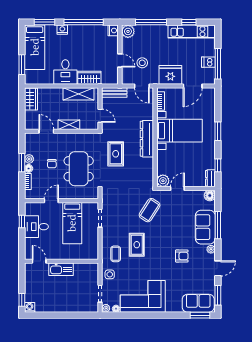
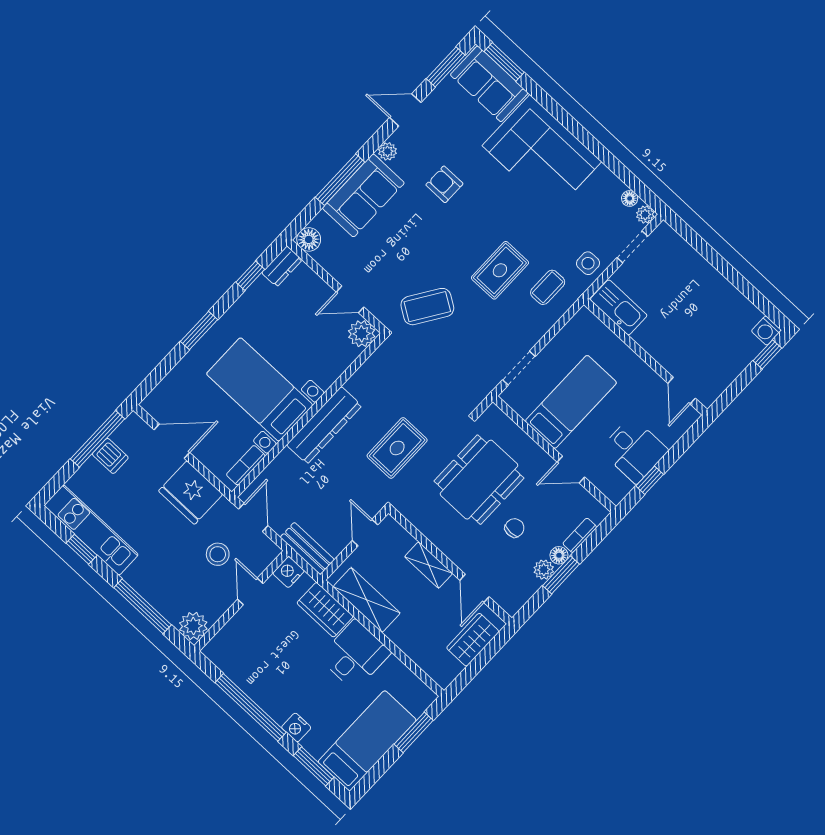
nightstand: (113, 30) -> (289, 572), moved
wardrobe: (31, 99) -> (473, 640), moved
kitchen sink: (61, 269) -> (619, 307), moved
corner sofa: (143, 296) -> (542, 154), moved

